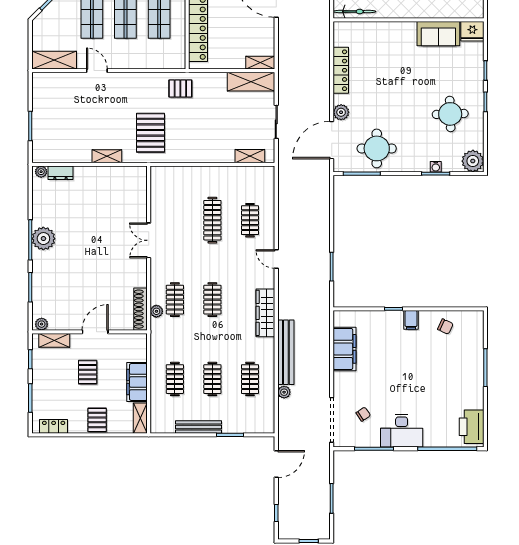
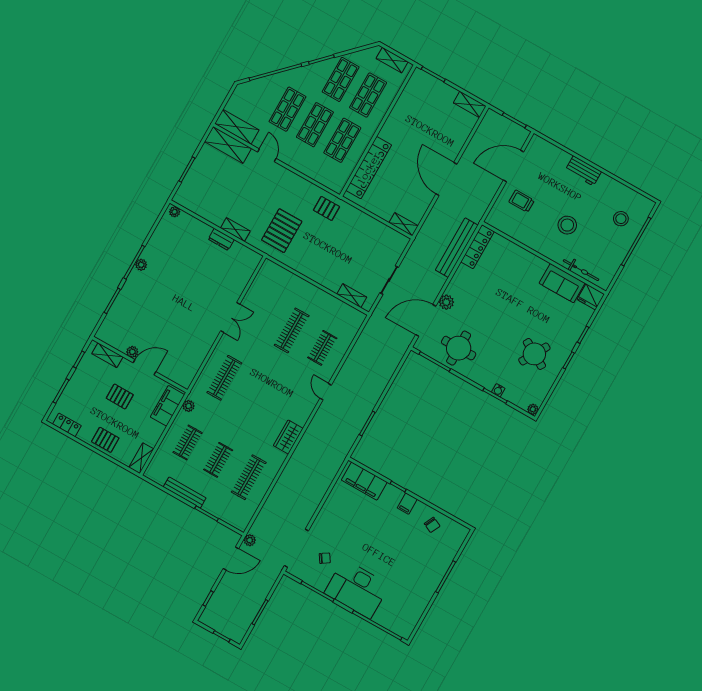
bicycle: (355, 11) -> (581, 270), moved
locker: (341, 70) -> (477, 247), moved
shelving: (251, 82) -> (228, 145), moved
round table: (450, 114) -> (534, 354), turned 32
plant: (473, 161) -> (533, 409), width x0.53, depth x0.53
dresser: (60, 173) -> (221, 239), moved
plant: (43, 239) -> (141, 265), width x0.53, depth x0.53
double door: (149, 240) -> (230, 317), swing flipped
clothes rail: (175, 300) -> (224, 378), width x1.36
clothes rail: (212, 300) -> (255, 395), removed
shoe rack: (141, 309) -> (192, 370), removed
plant: (156, 311) -> (189, 406), moved
wardrobe: (265, 313) -> (288, 437), width x0.67
plant: (42, 324) -> (132, 352), moved
filing cabinet: (344, 349) -> (364, 481), moved, turned 90
bench: (286, 352) -> (457, 248), moved
pallet: (88, 372) -> (120, 396), turned 90
clothes rail: (250, 379) -> (249, 477), width x1.36
filing cabinet: (137, 382) -> (168, 406), moved
plant: (284, 392) -> (250, 540), moved
pallet: (97, 420) -> (105, 440), turned 90
printer: (472, 427) -> (407, 619), removed
desk: (402, 431) -> (357, 589), width x1.36, depth x1.30

